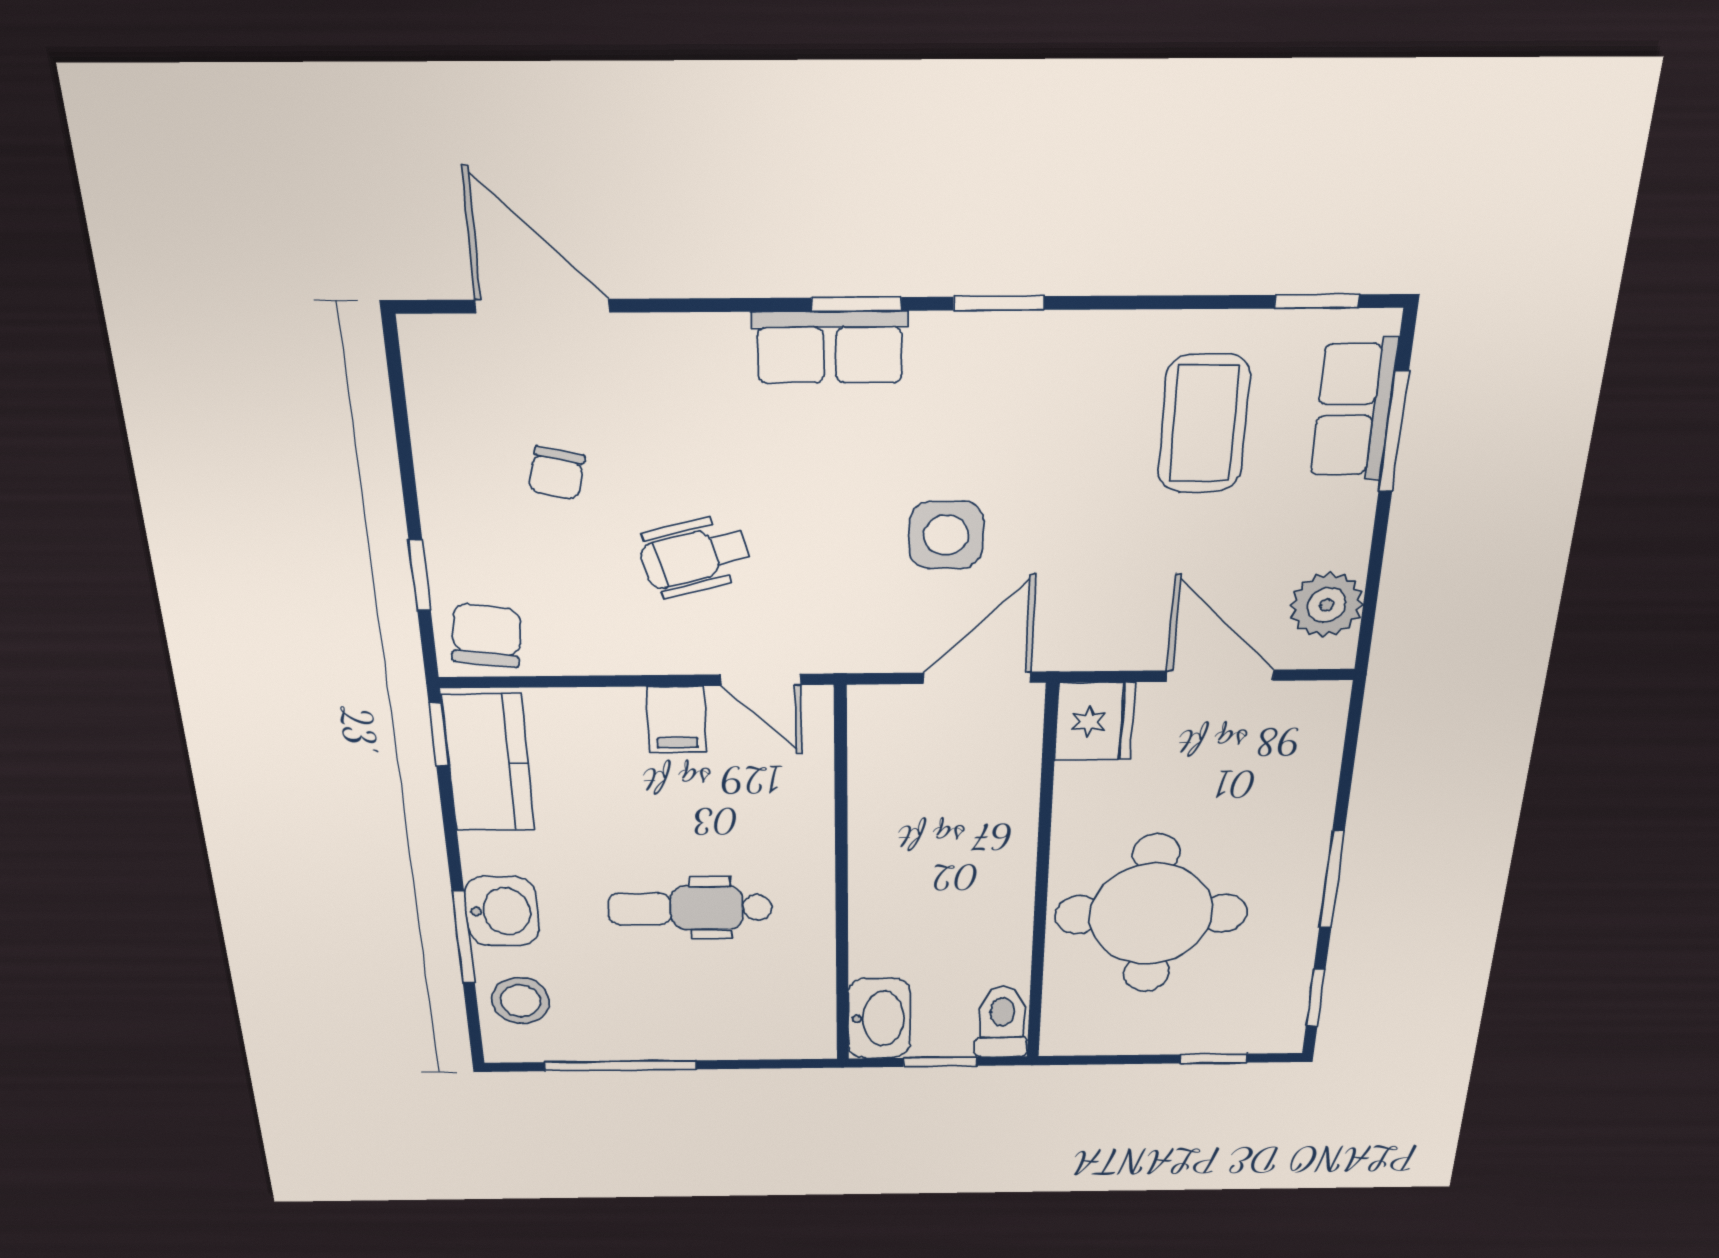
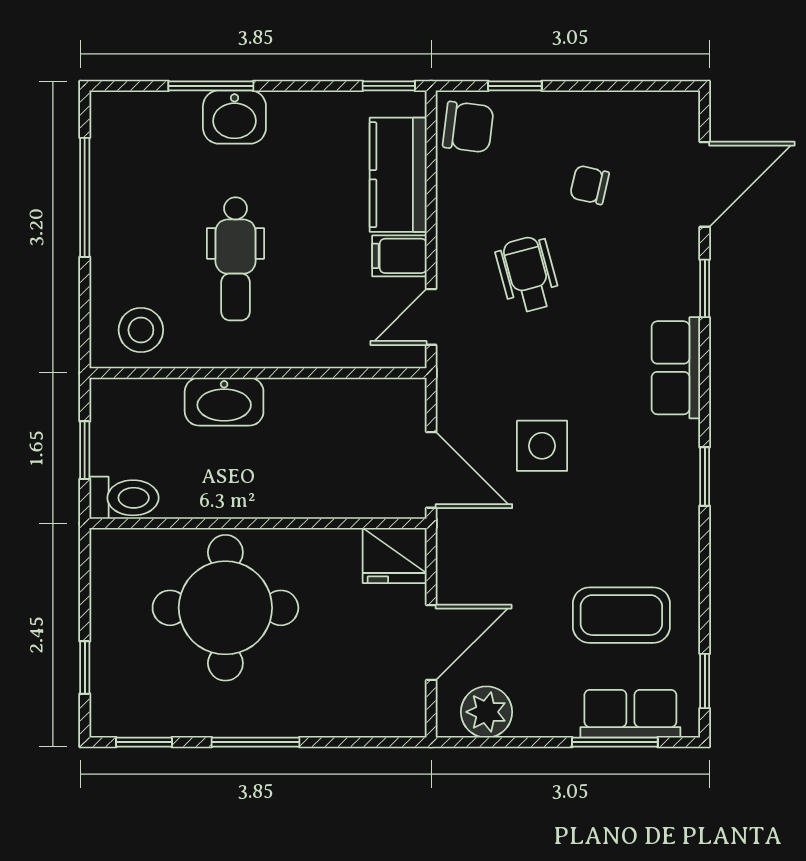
window: (856, 304) -> (705, 288), moved
kitchen counter: (488, 763) -> (398, 175), moved, turned 90
dental chair: (690, 908) -> (236, 259), turned 180
stool: (521, 1001) -> (141, 330), moved
washbasin: (879, 1019) -> (224, 402), moved

